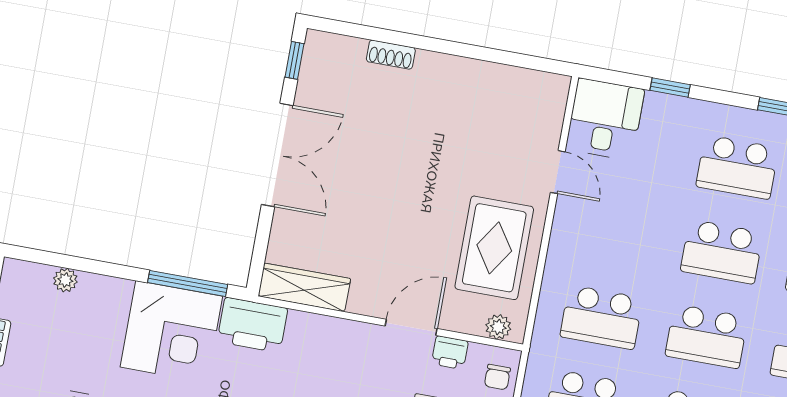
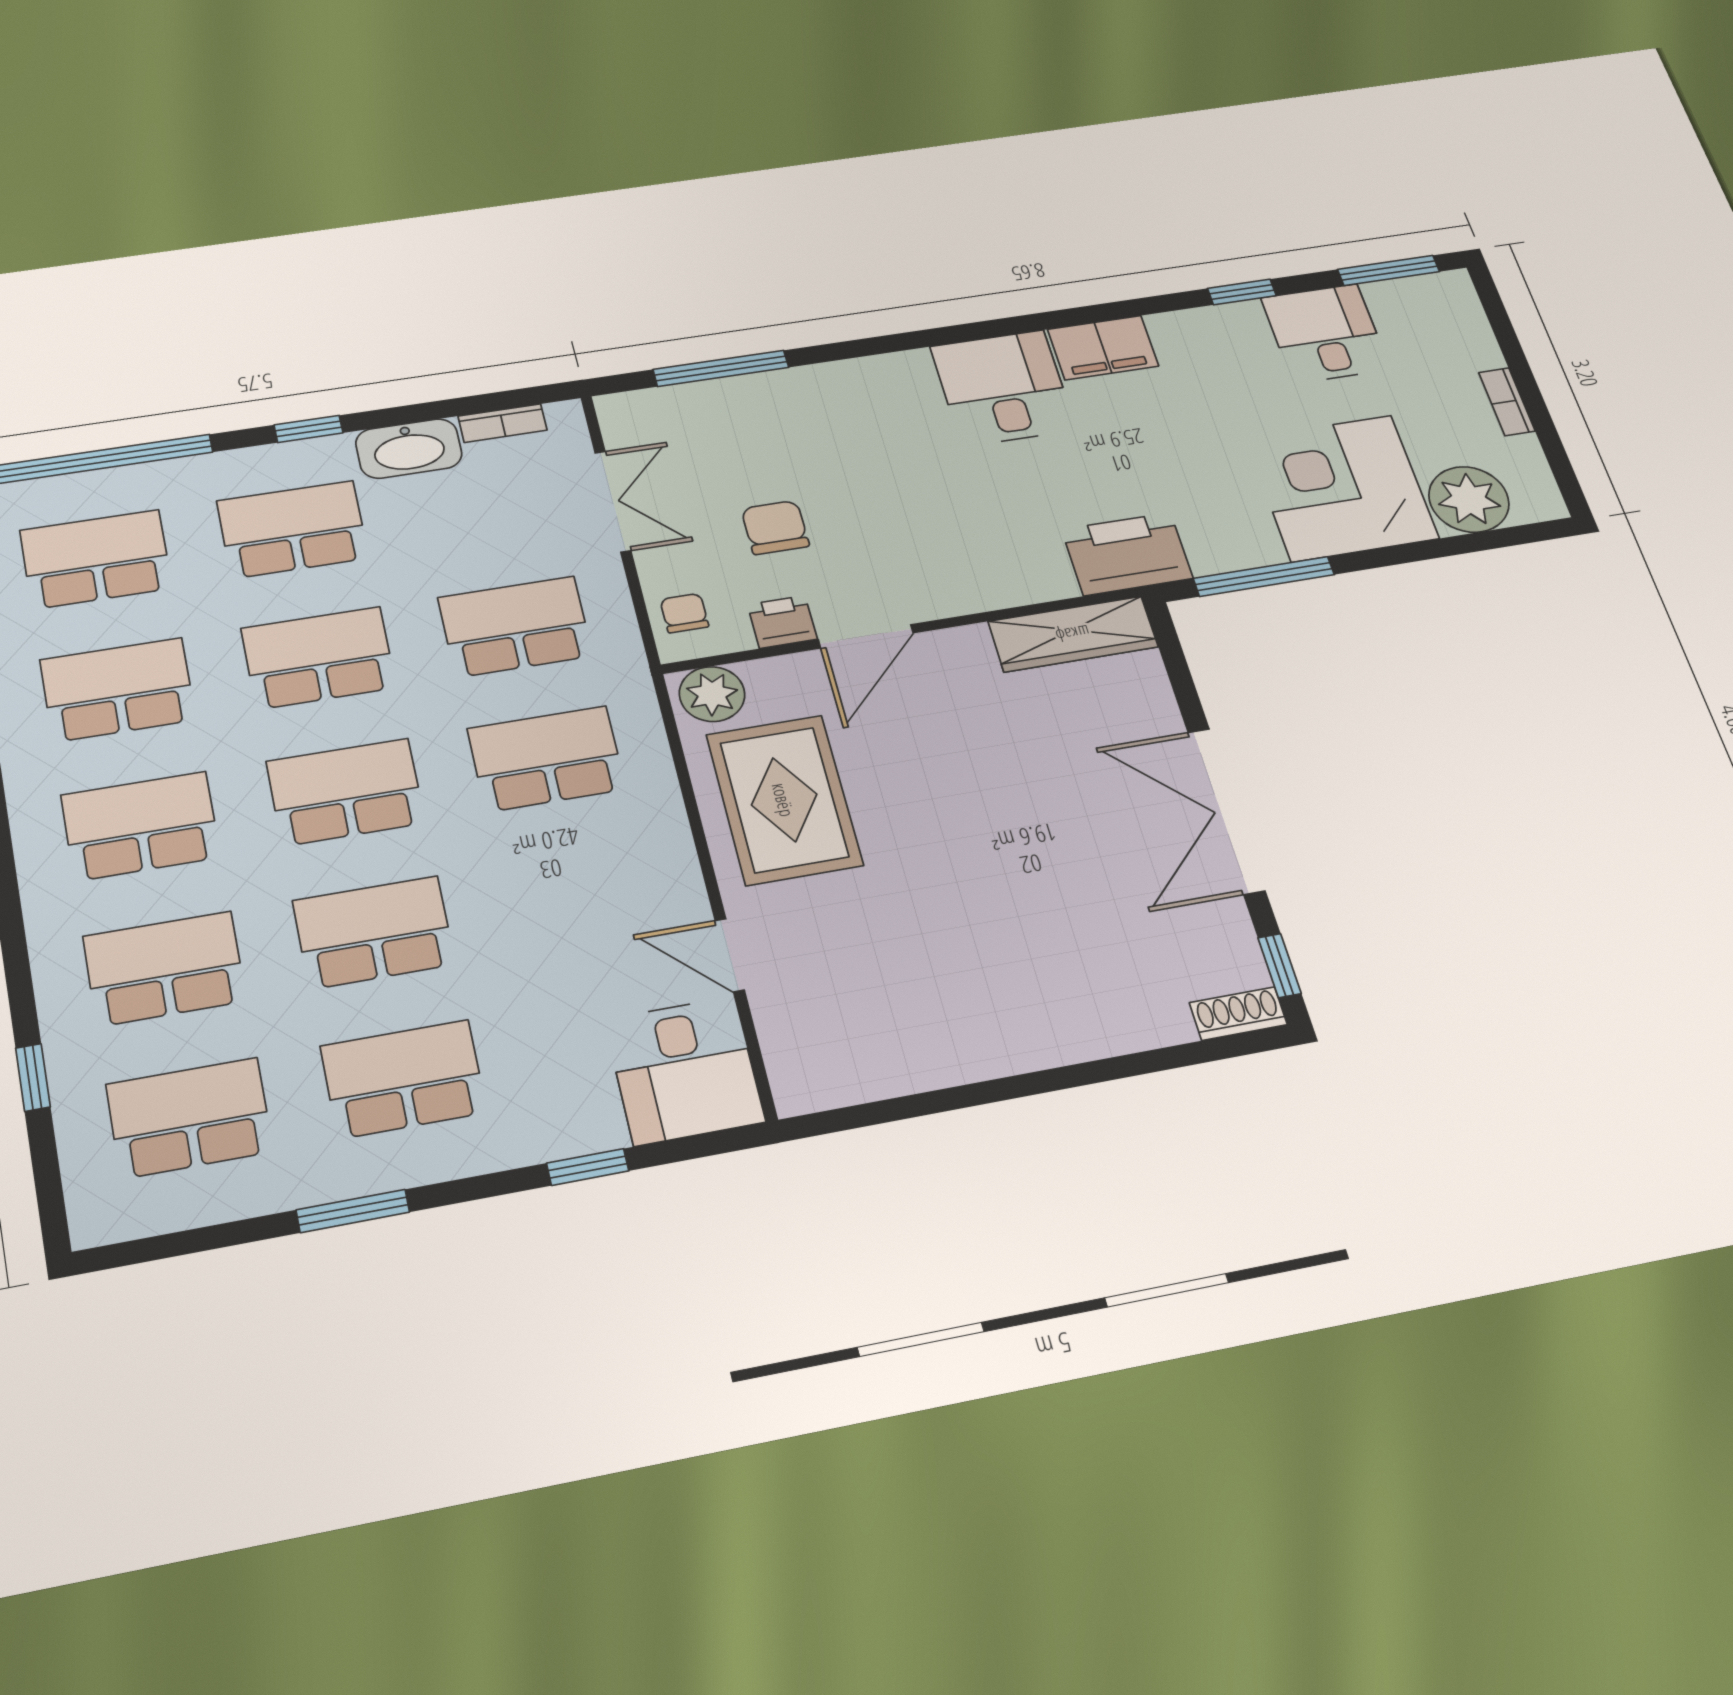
shoe rack: (391, 55) -> (1238, 1014), moved
plant: (65, 280) -> (1469, 499), width x1.88, depth x1.88
plant: (498, 327) -> (712, 694), width x1.38, depth x1.38
corner desk: (171, 332) -> (1342, 488), moved

